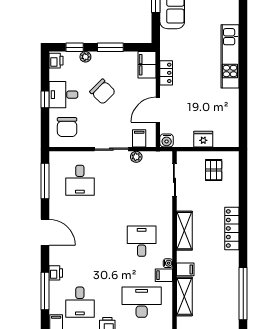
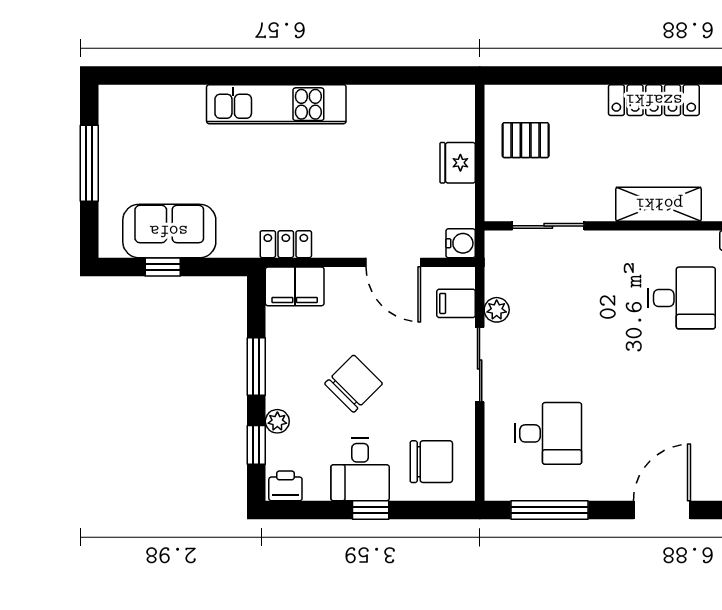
locker: (166, 73) -> (286, 244), moved
desk: (142, 241) -> (682, 298), turned 180

